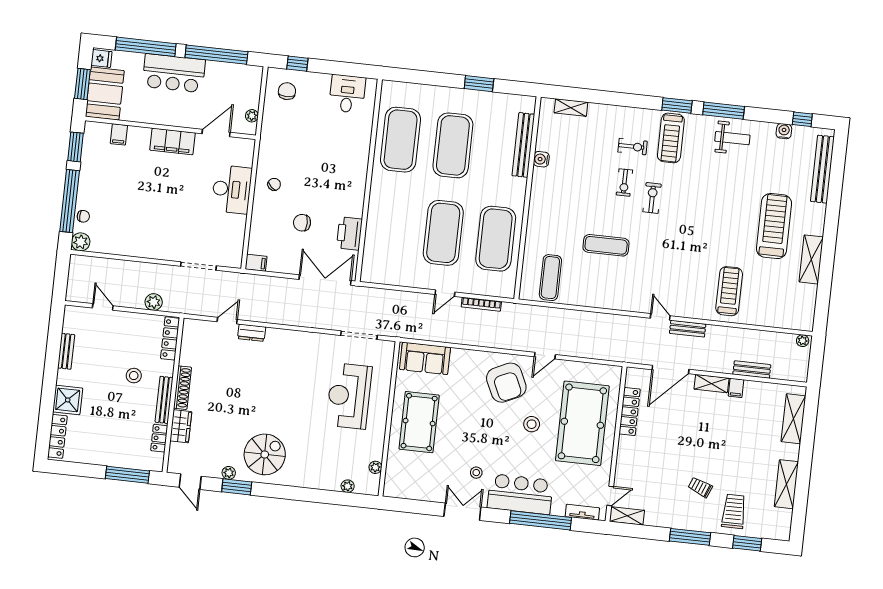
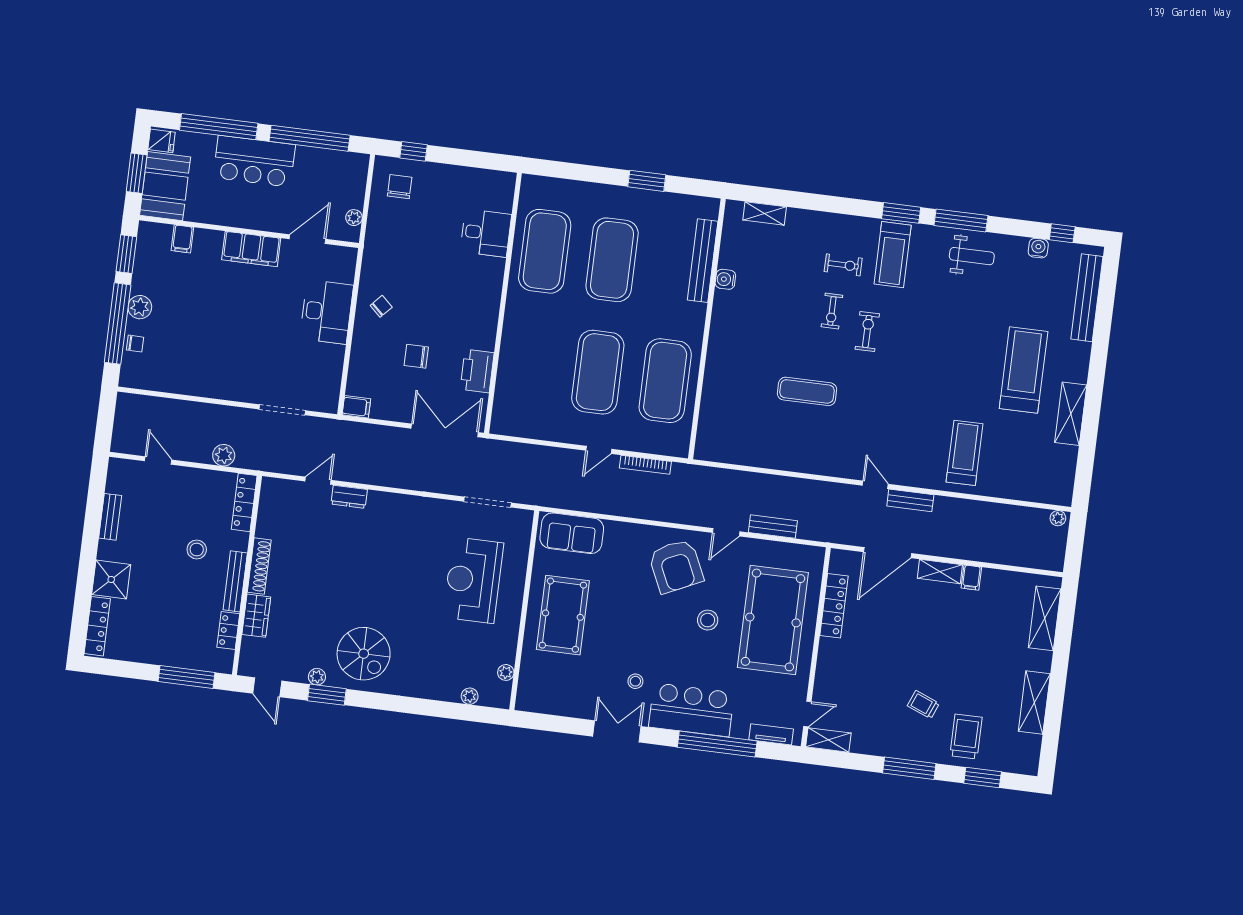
desk: (347, 94) -> (486, 233), moved, turned 90
plant: (81, 242) -> (140, 307), moved
exercise mat: (550, 278) -> (735, 432), removed
bench: (752, 370) -> (773, 527), moved
spiral stairs: (265, 454) -> (364, 654), turned 90

